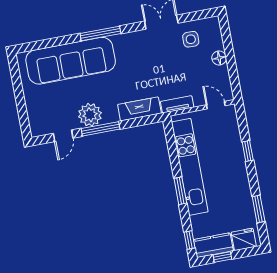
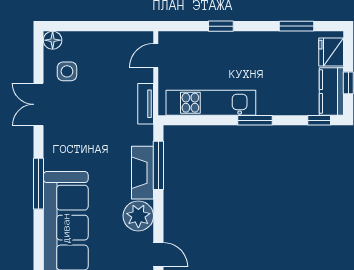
floor lamp: (219, 58) -> (53, 40), moved
fireplace: (139, 109) -> (142, 173), moved
window: (100, 129) -> (158, 165), moved
kitchen unit: (190, 167) -> (211, 103), width x0.73

